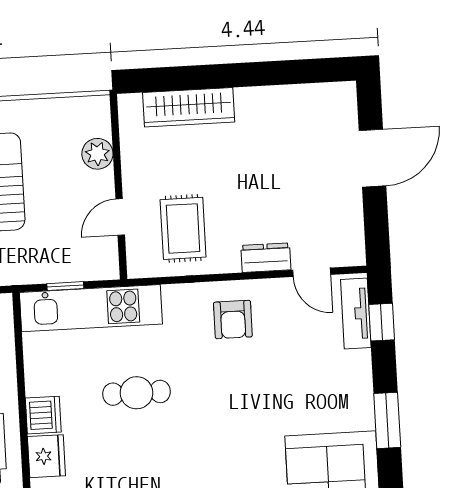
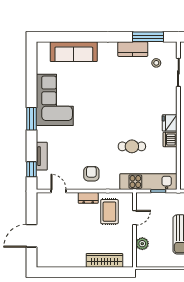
dresser: (266, 258) -> (88, 198), moved
tv unit: (356, 314) -> (42, 156), moved
window: (387, 420) -> (31, 119), moved

